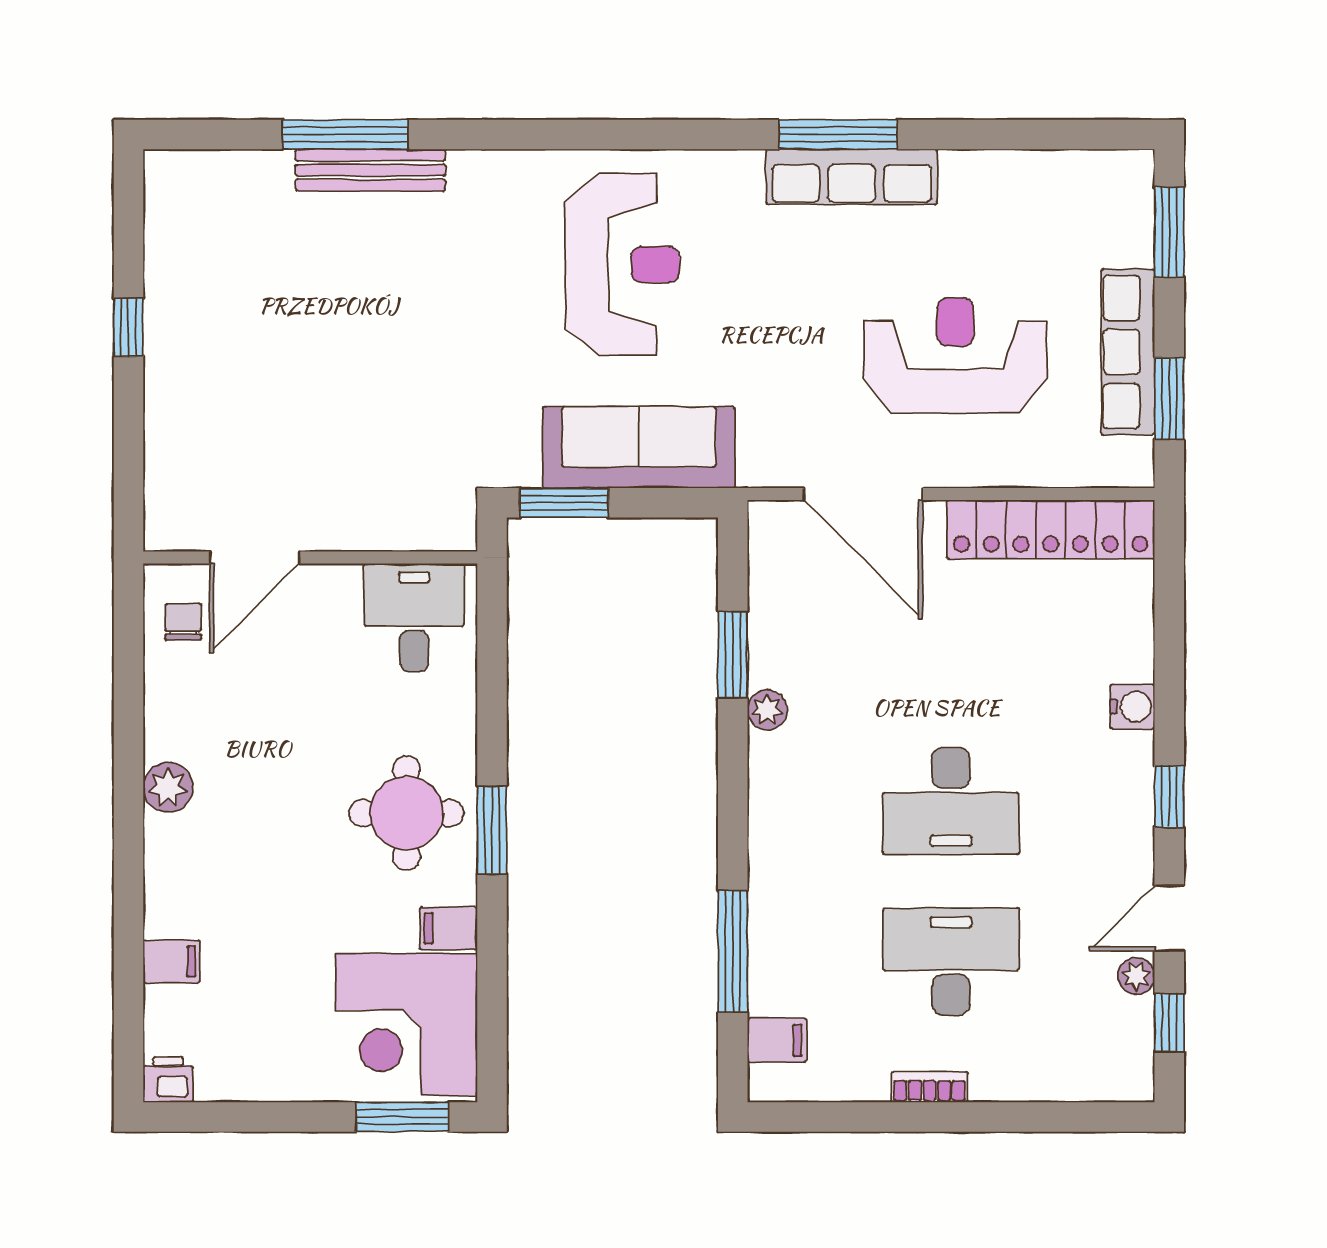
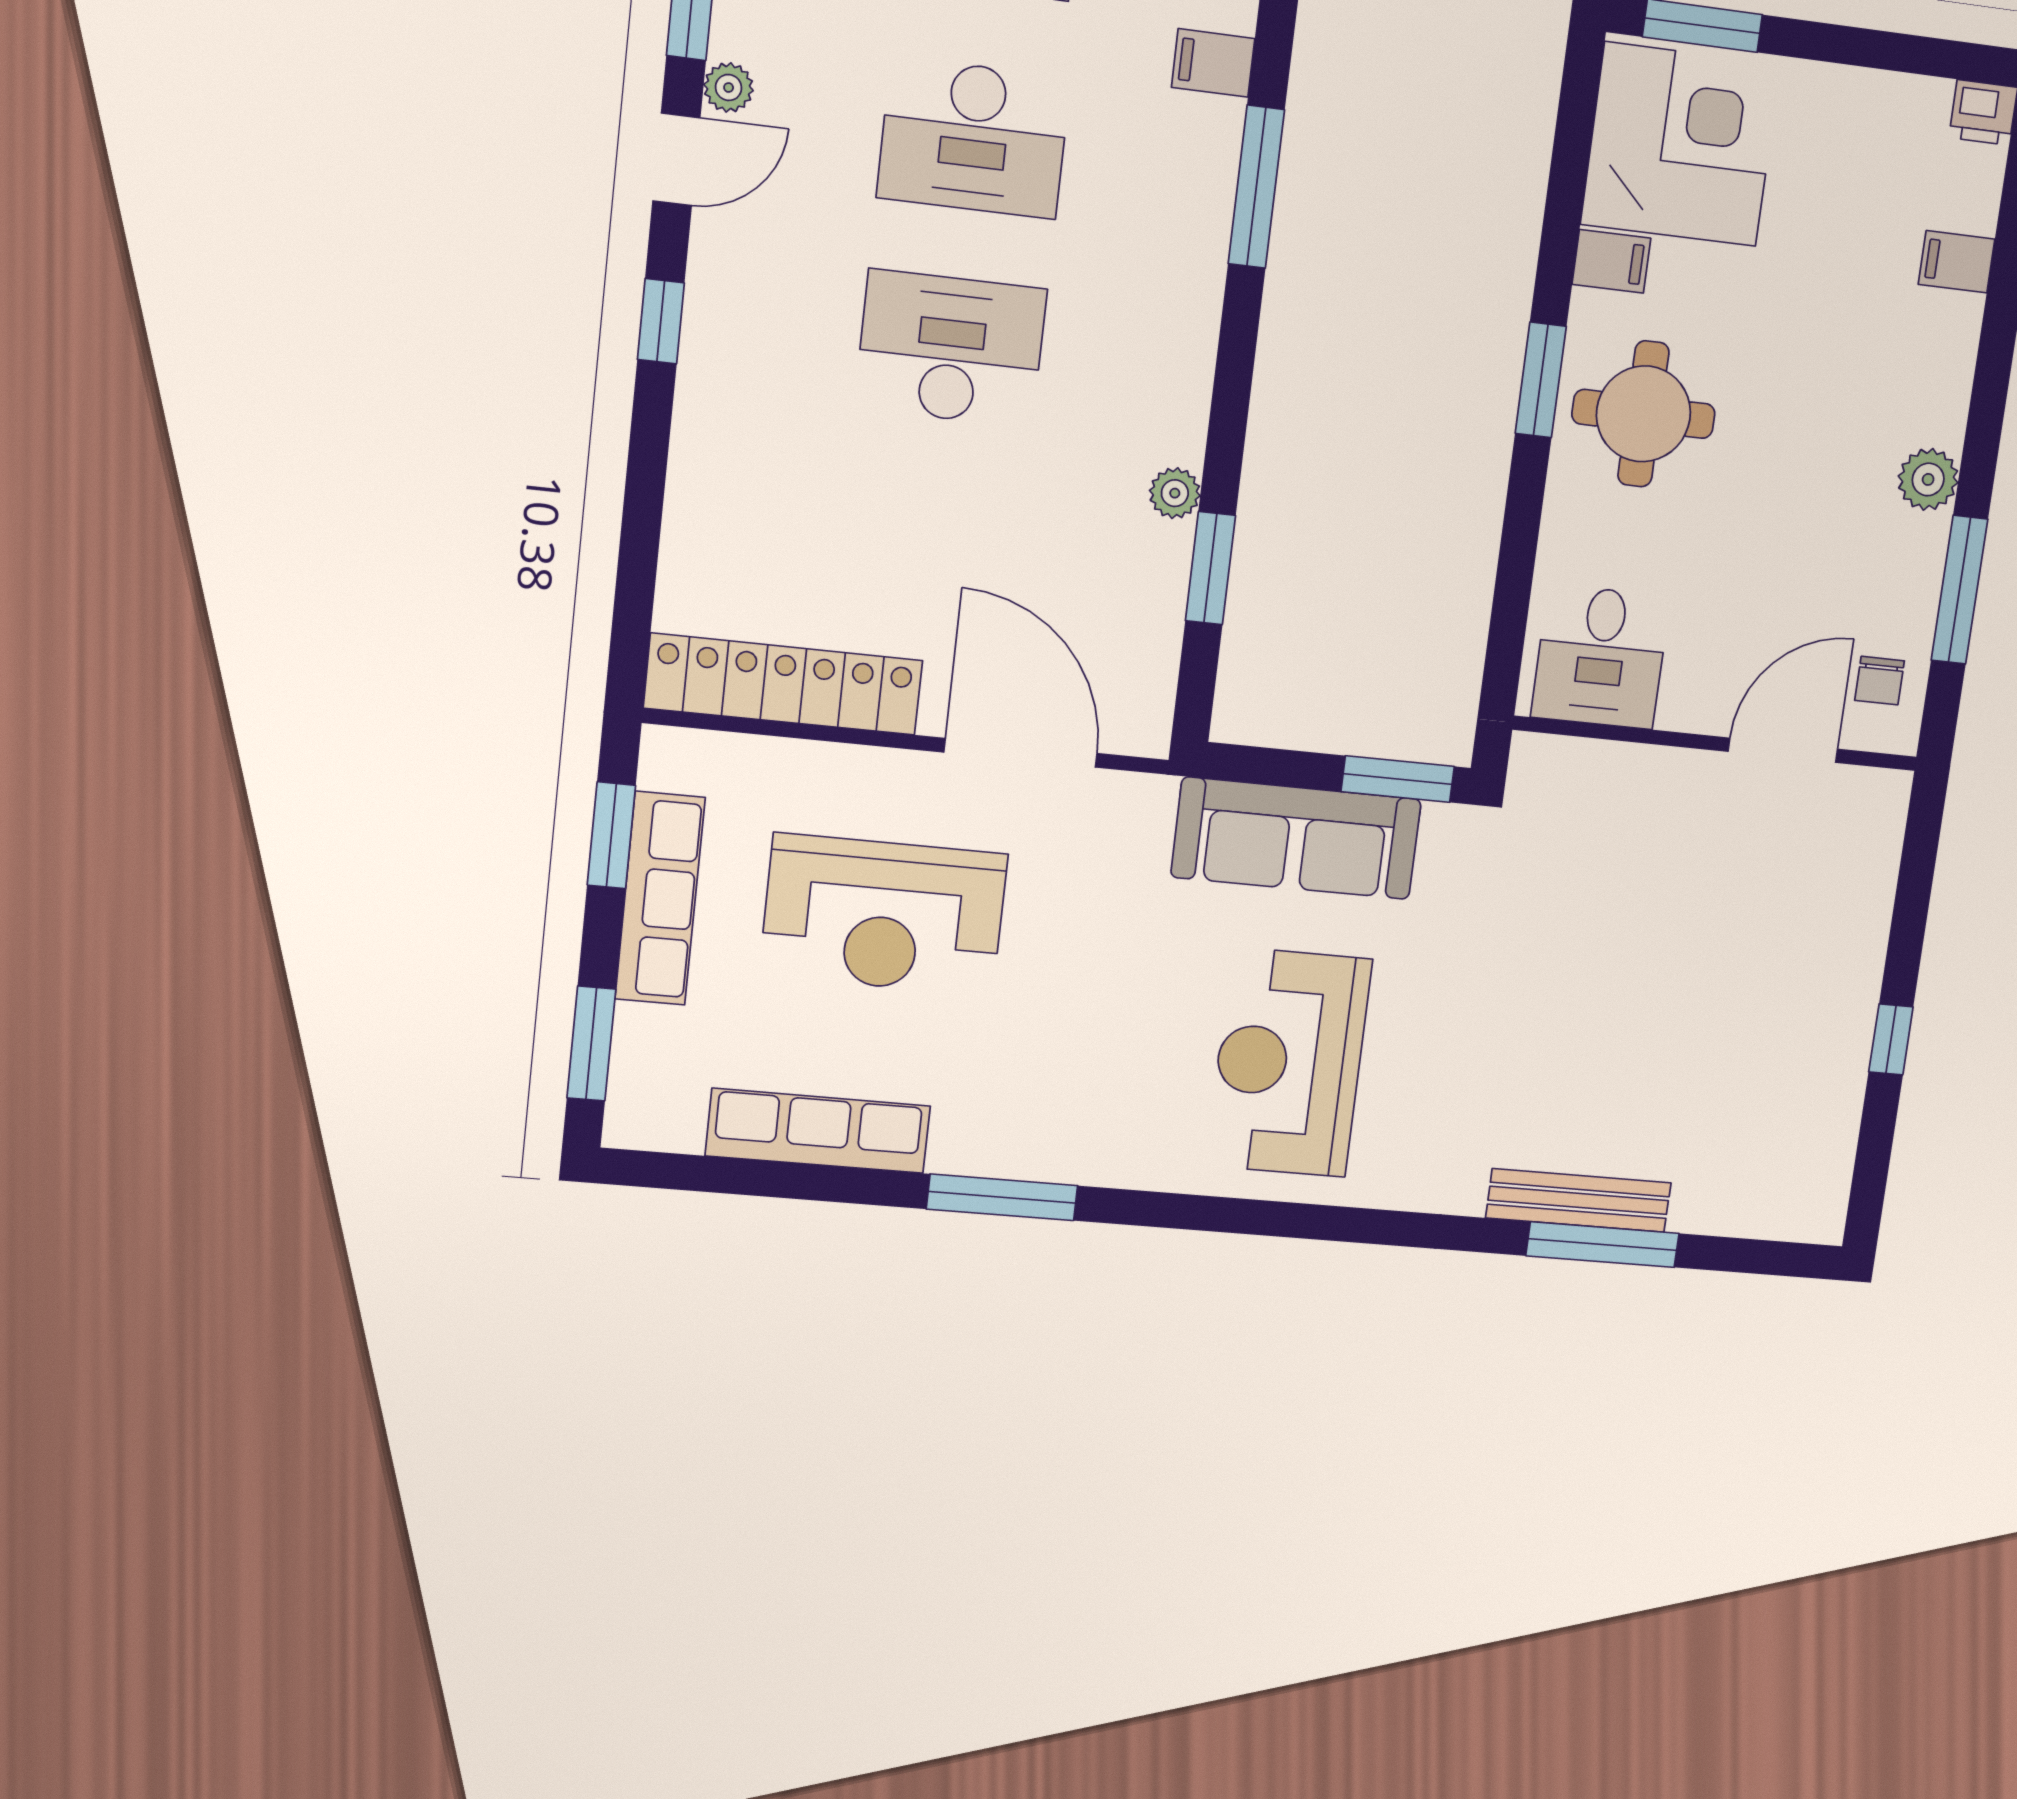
row of seats: (852, 177) -> (818, 1131), moved
window: (128, 702) -> (1959, 590), added
water cooler: (1132, 707) -> (699, 445), removed

